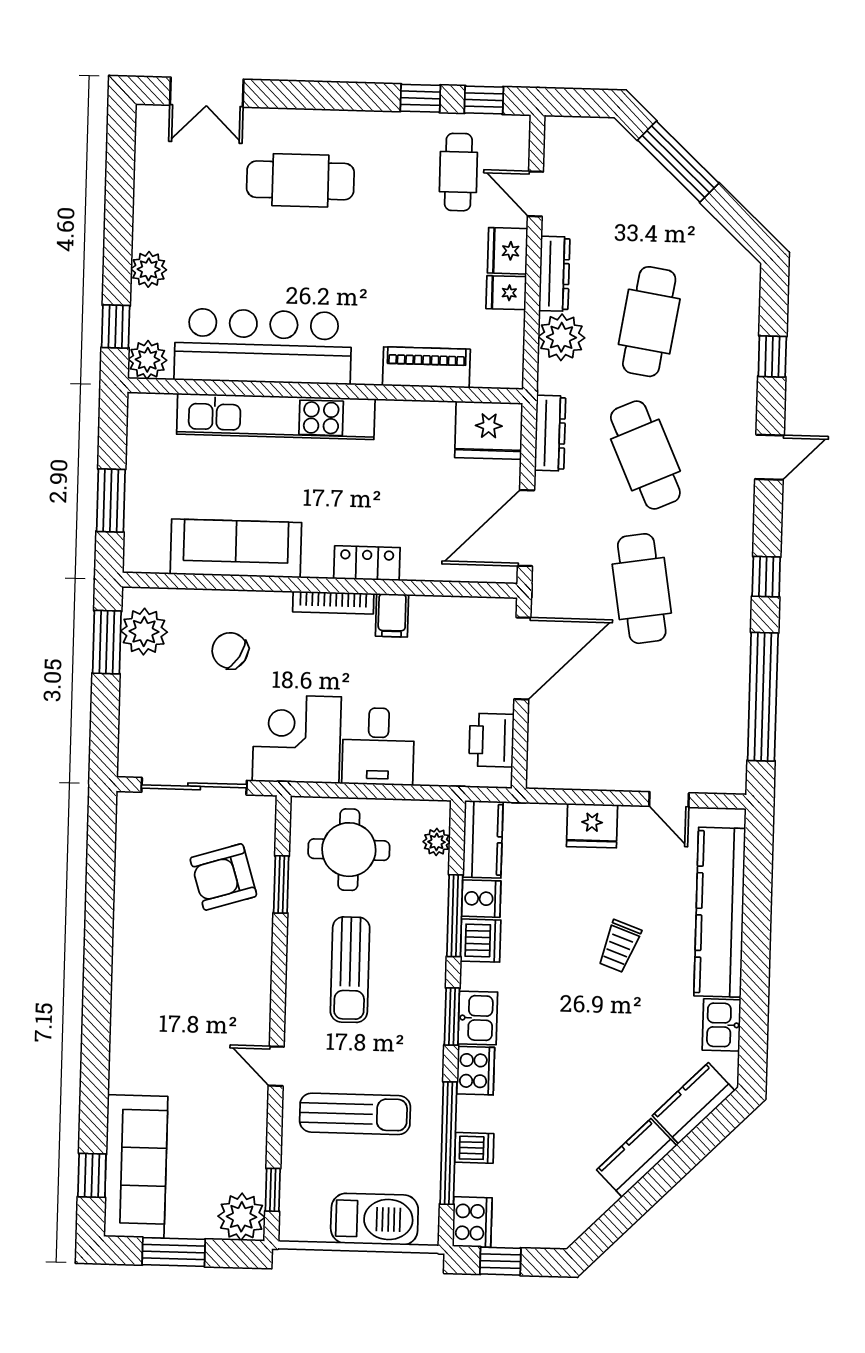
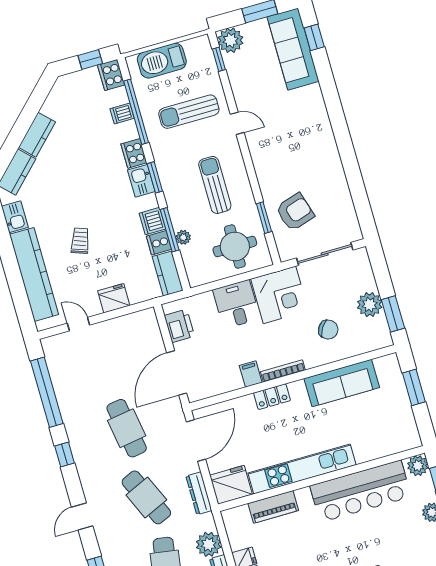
kitchen unit: (276, 416) -> (302, 469), moved
plant: (144, 632) -> (370, 305), moved
plant: (437, 842) -> (183, 237), moved

